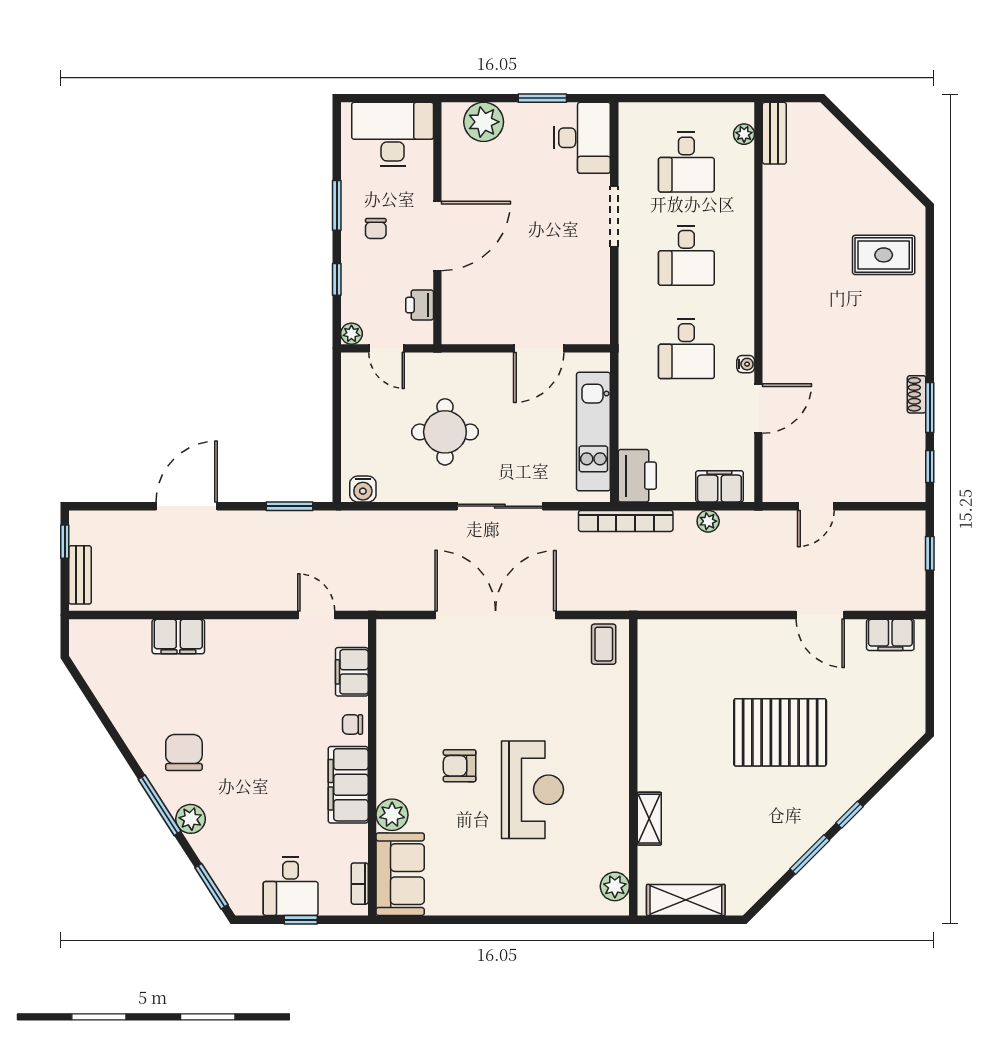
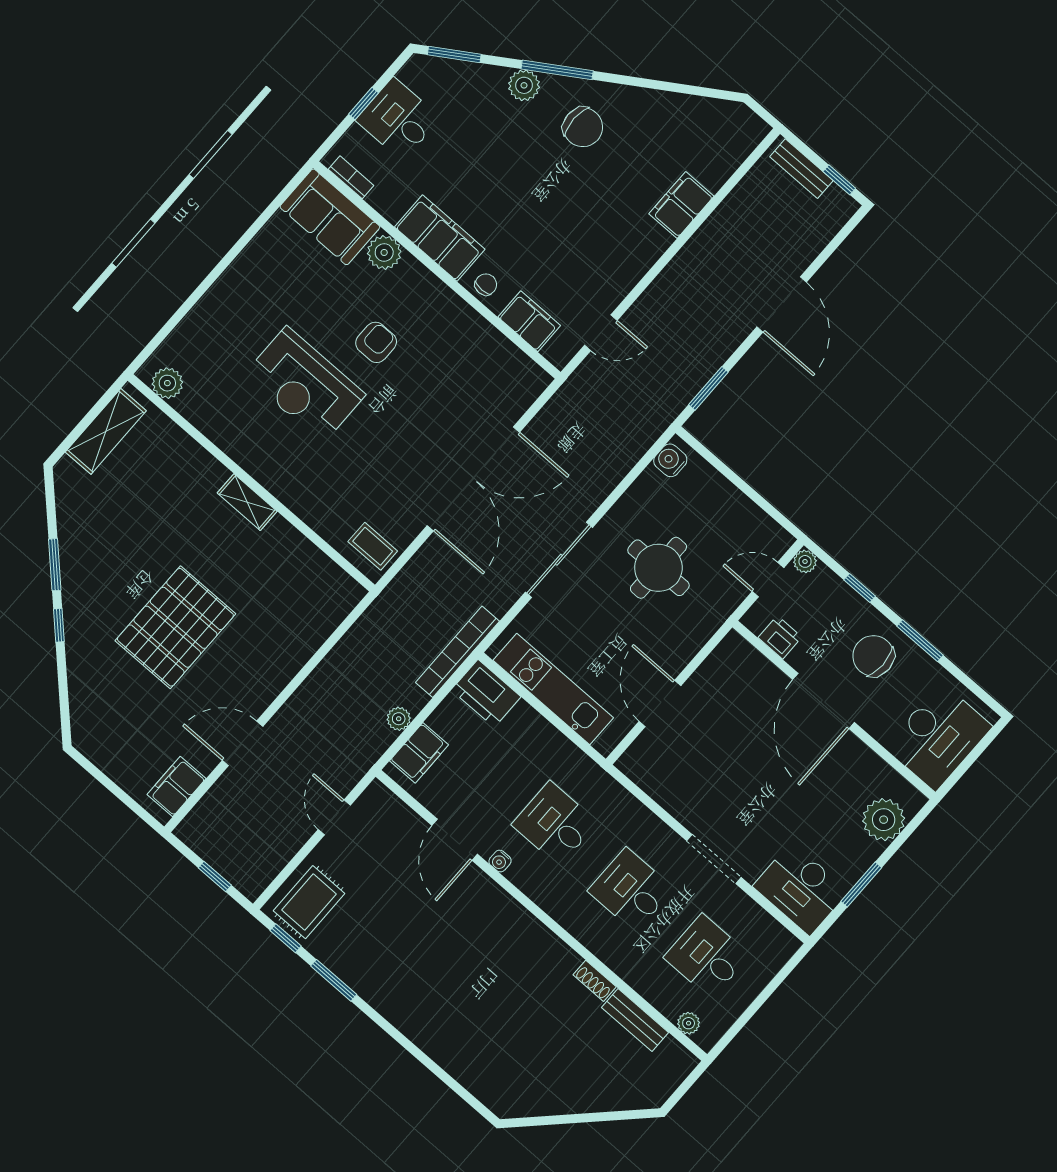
bench: (774, 133) -> (635, 1020), moved
chair: (376, 229) -> (873, 656), width x1.87, depth x1.87
rug: (884, 255) -> (309, 902), moved
shoe rack: (917, 394) -> (595, 981), moved, turned 180
shelving: (649, 819) -> (247, 502), moved

